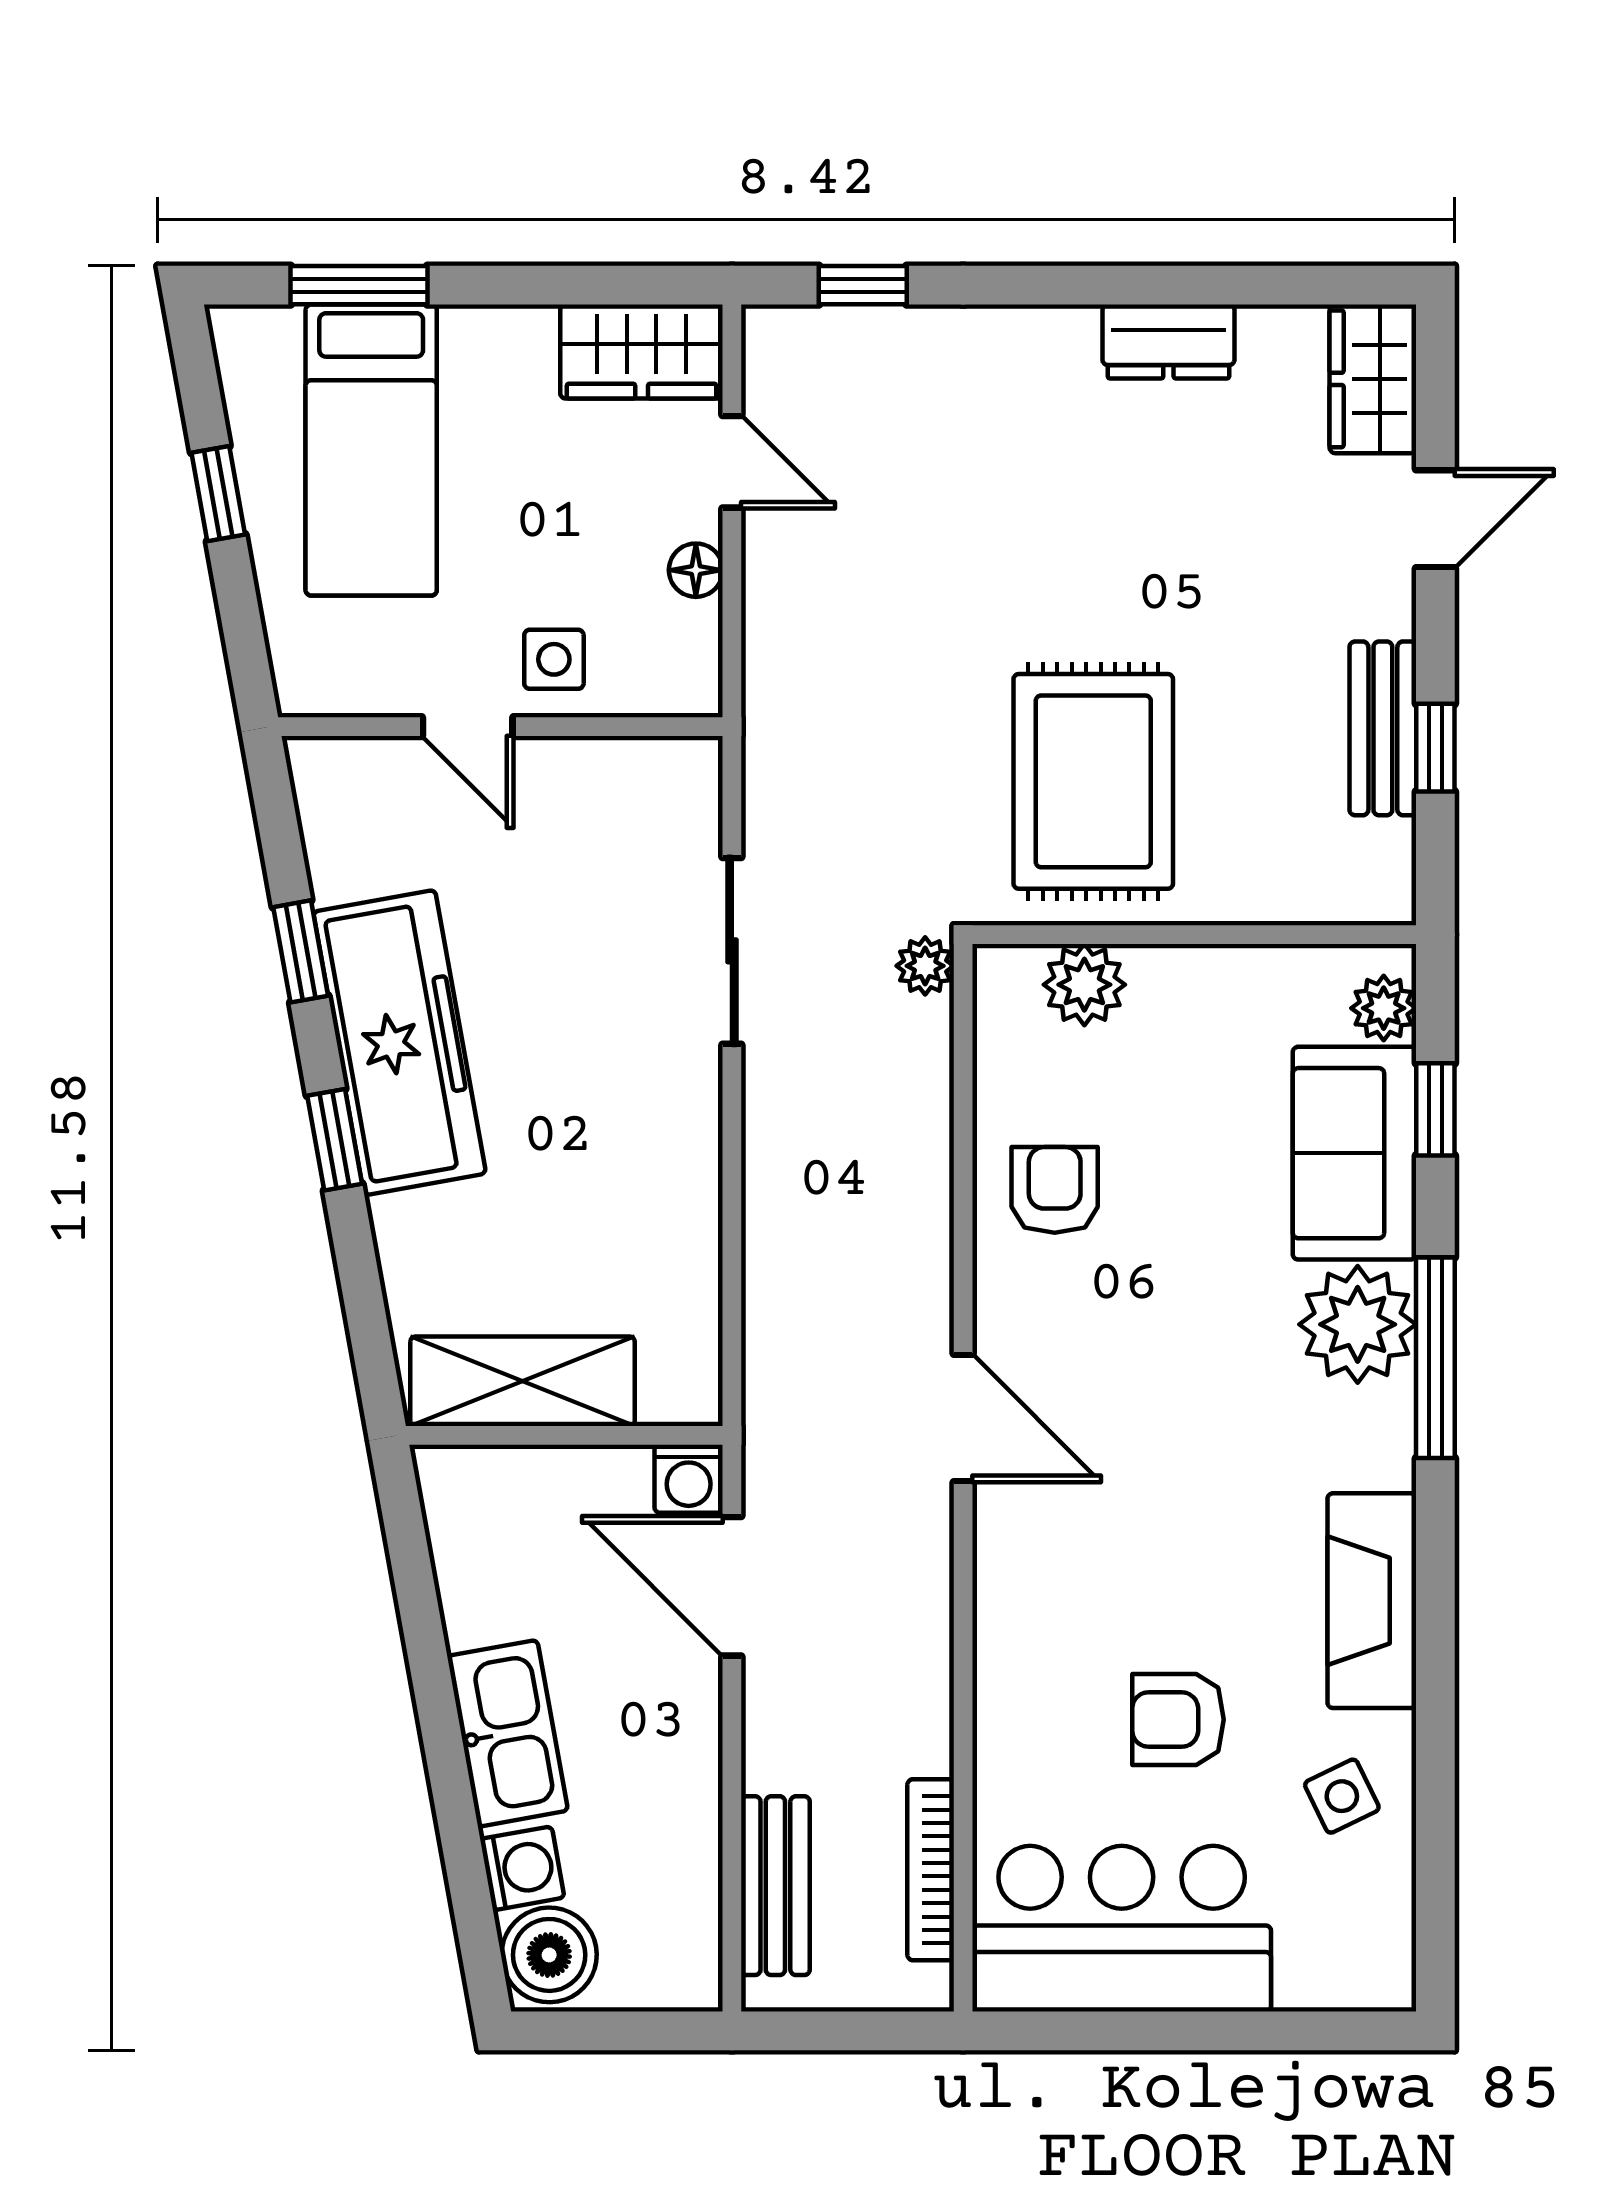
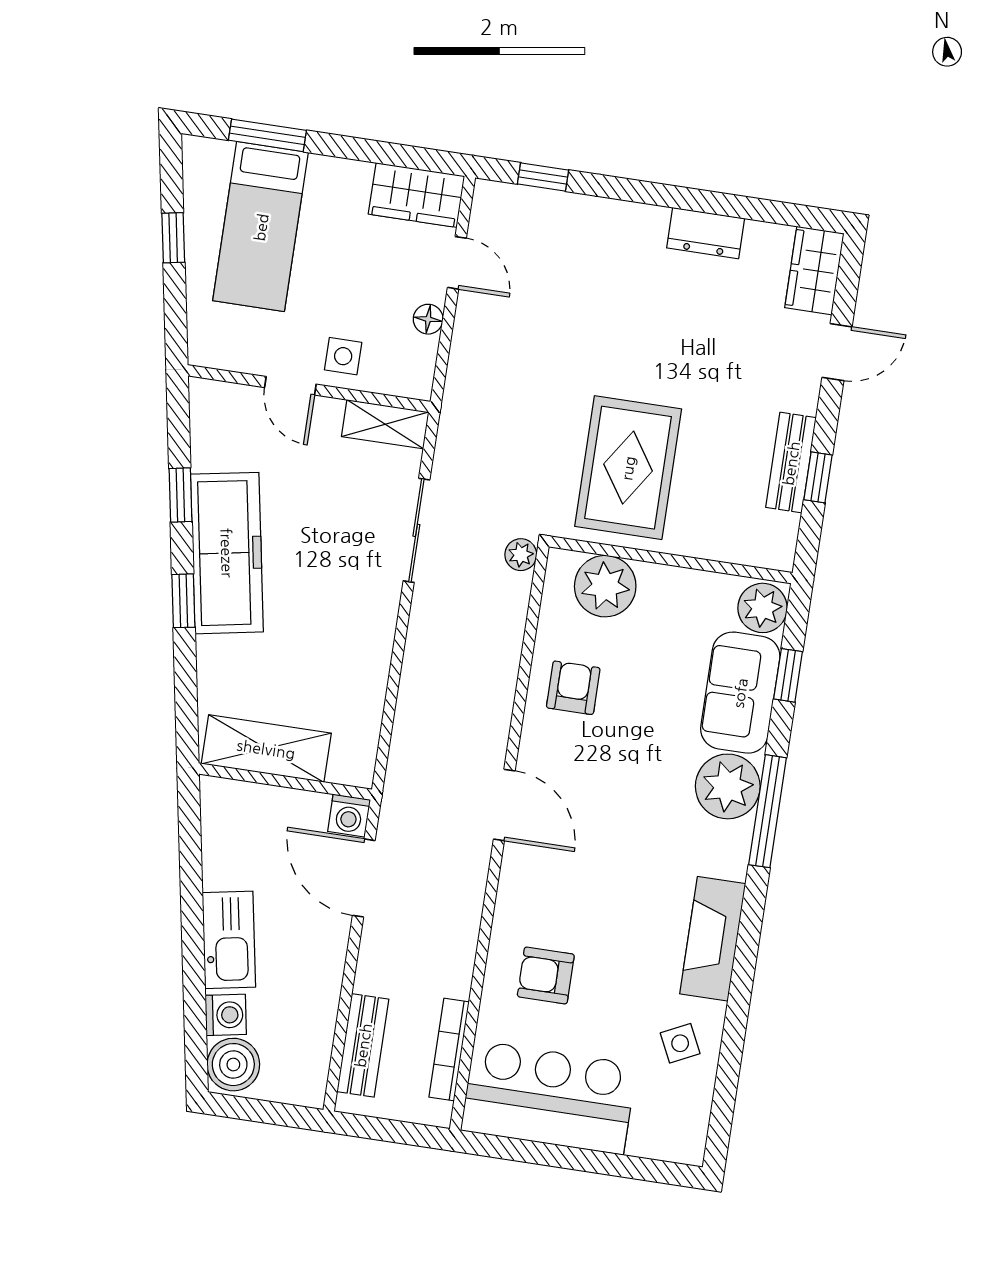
shelving: (648, 770) -> (385, 424), added
plant: (1084, 985) -> (605, 586), width x1.36, depth x1.36
plant: (1384, 1008) -> (763, 608), width x1.38, depth x1.38
armchair: (1178, 1720) -> (546, 975), moved

